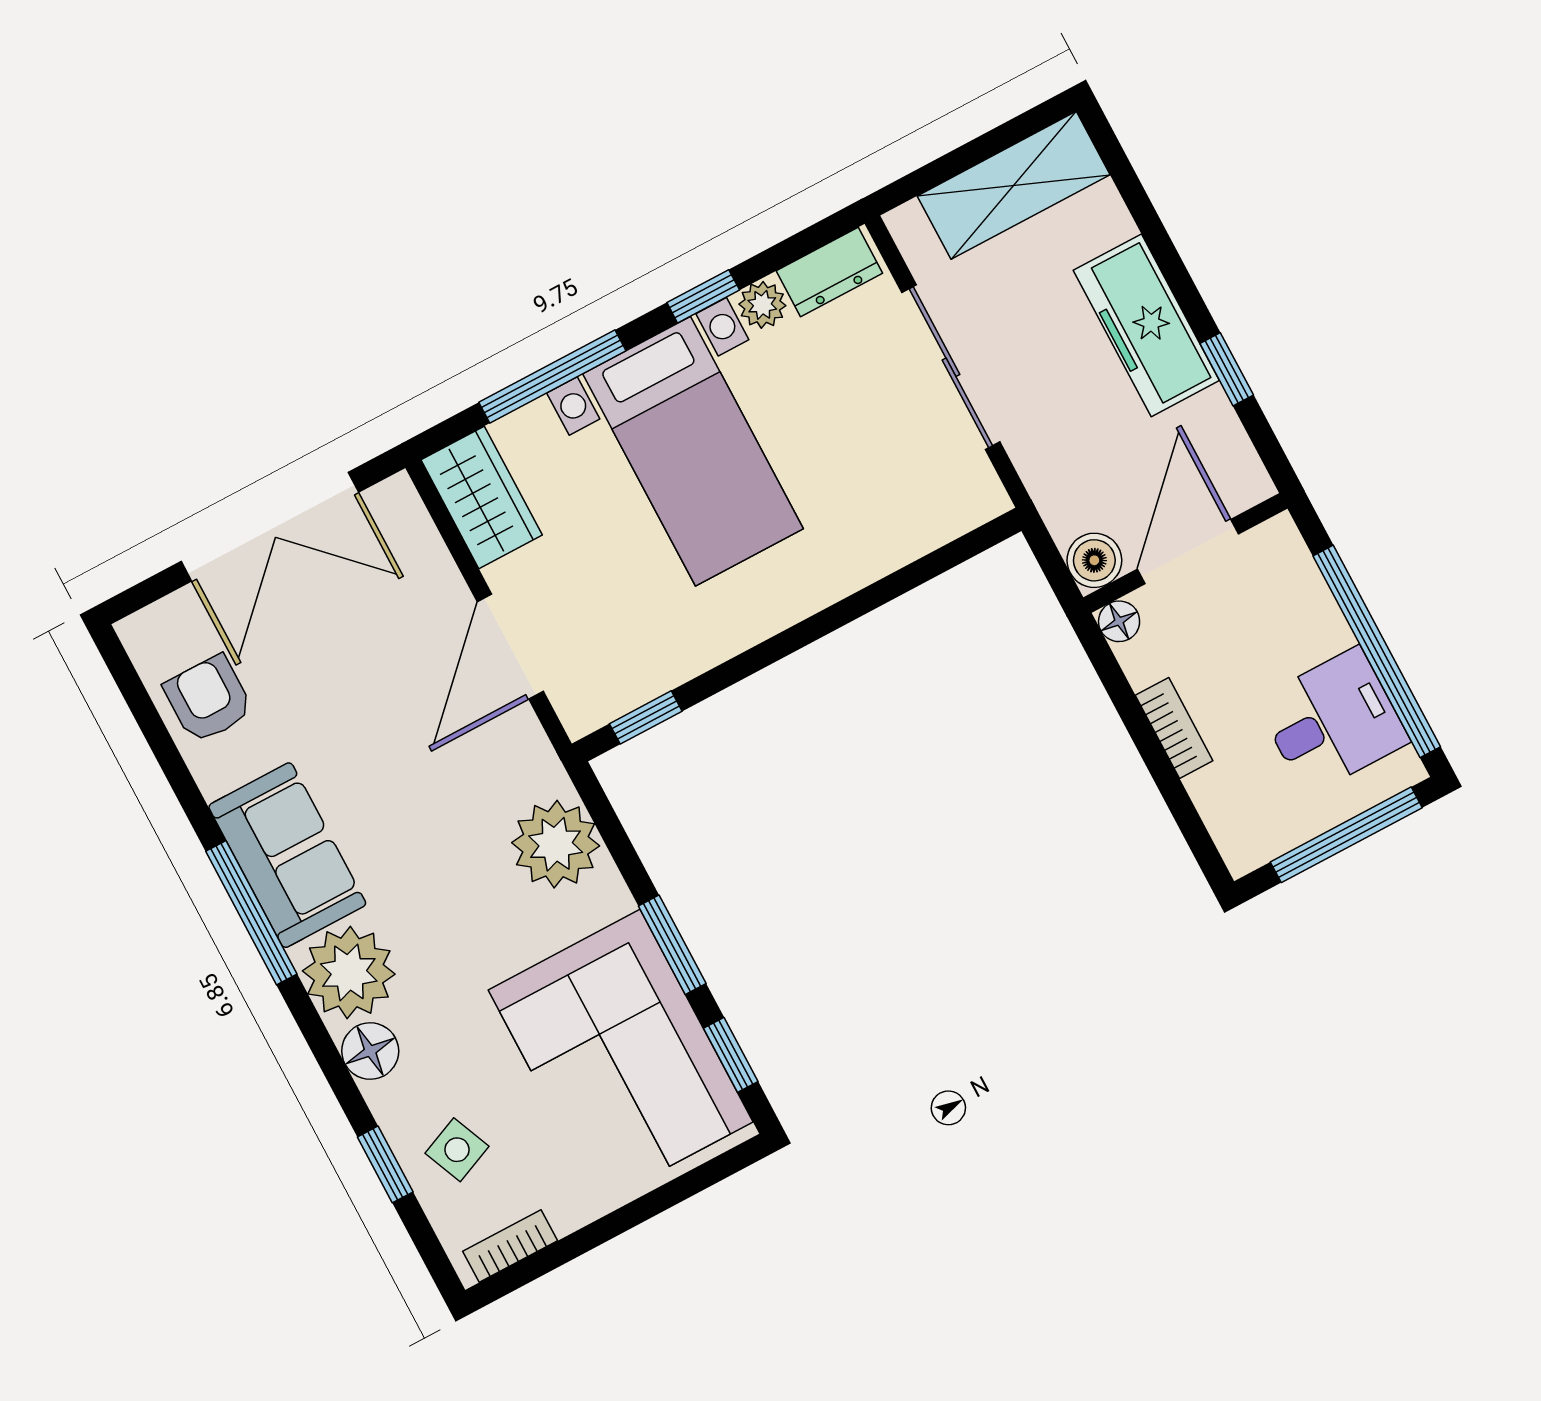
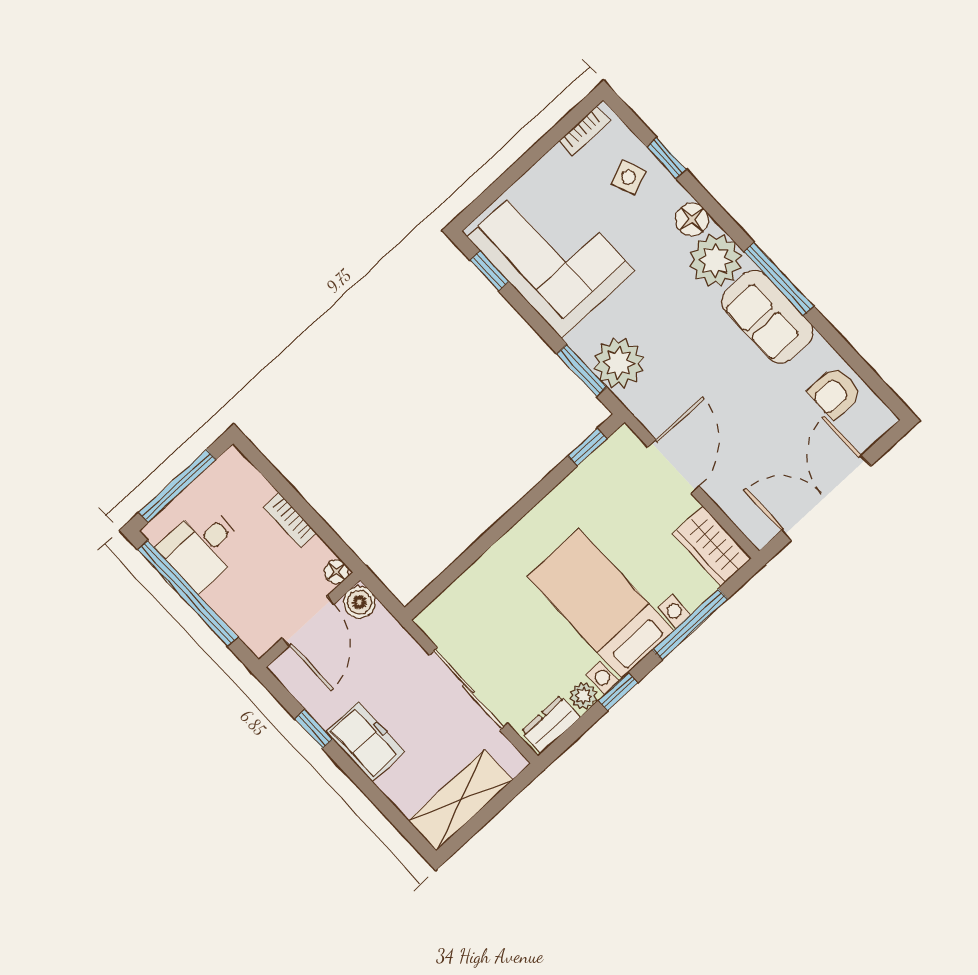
freezer: (1146, 325) -> (365, 742), width x0.71
armchair: (208, 699) -> (835, 392), turned 90
window: (672, 945) -> (582, 370), moved

